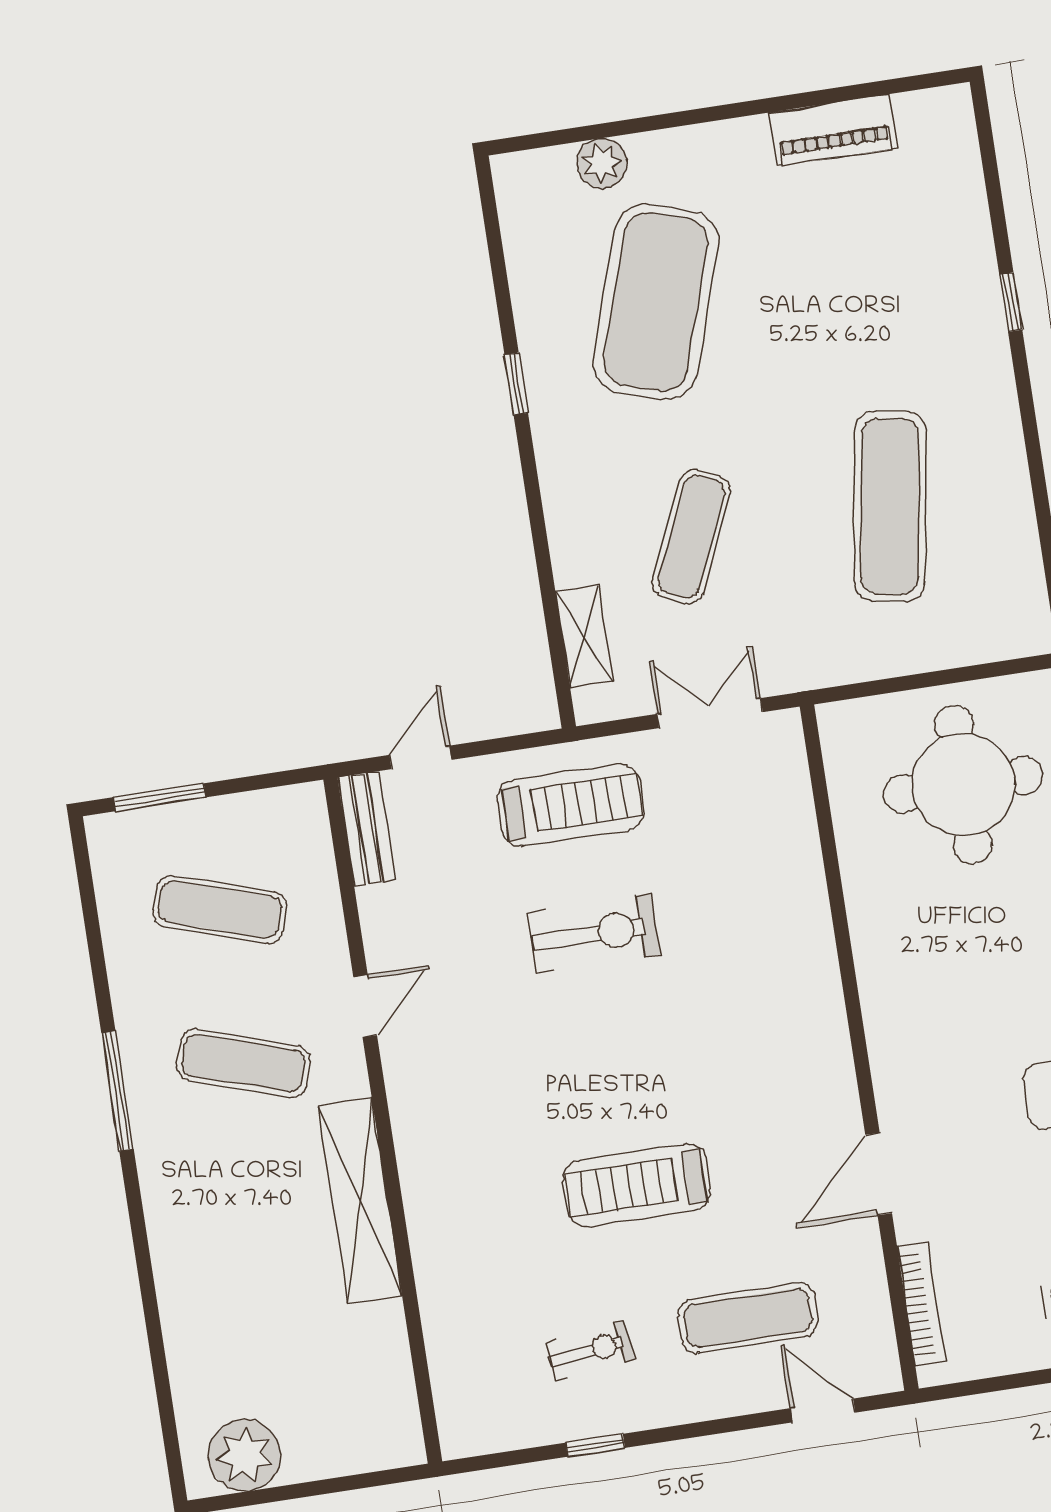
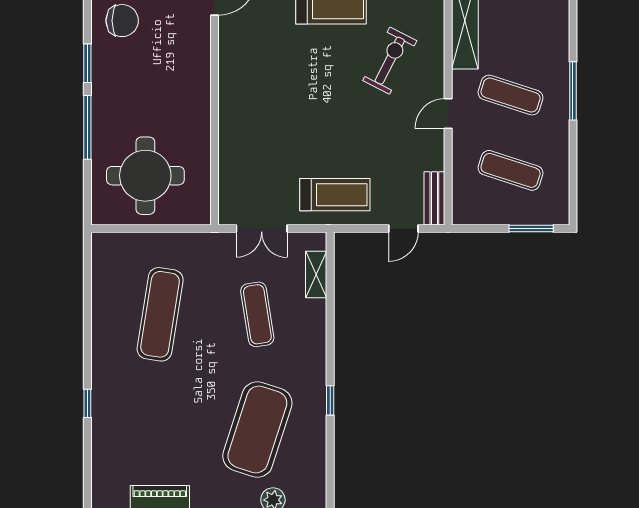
exercise mat: (692, 537) -> (257, 314), turned -33
treadmill: (571, 805) -> (335, 195), turned 180
exercise bike: (594, 934) -> (390, 61), moved, turned 117

